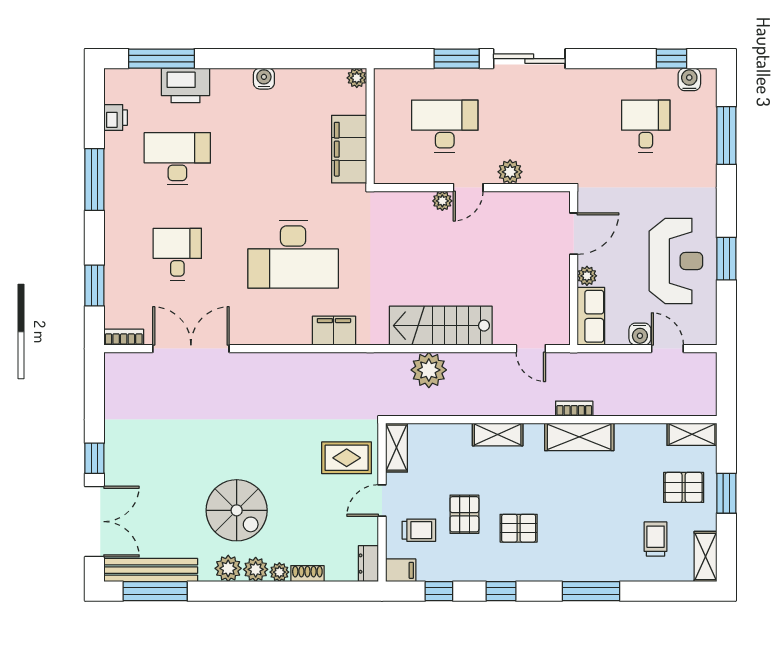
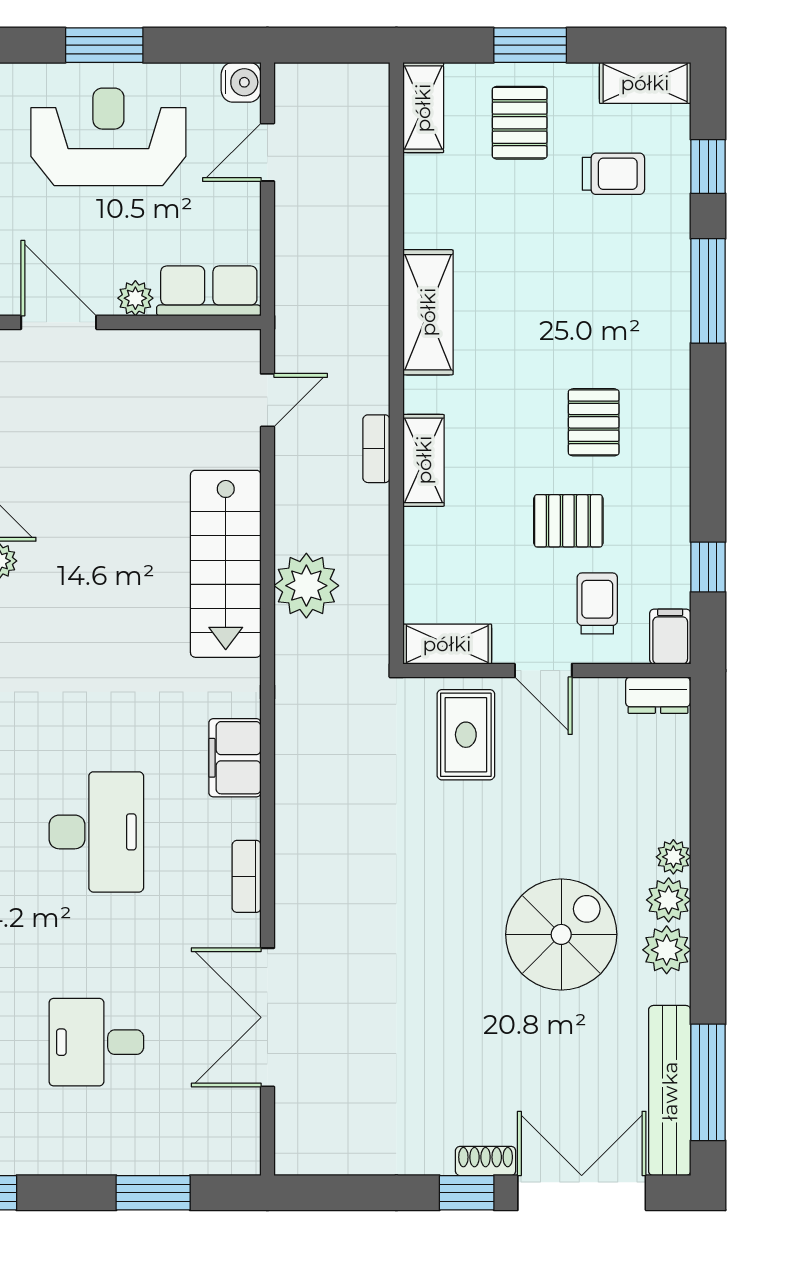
desk: (293, 254) -> (96, 832), width x0.73, depth x0.77
water cooler: (640, 334) -> (241, 82), moved
bookcase: (124, 337) -> (247, 876), moved
bookcase: (574, 409) -> (376, 449), moved
trolley: (656, 539) -> (613, 174), turned 180
shoe rack: (307, 574) -> (486, 1161), moved, turned 90
window: (501, 591) -> (708, 166), moved

